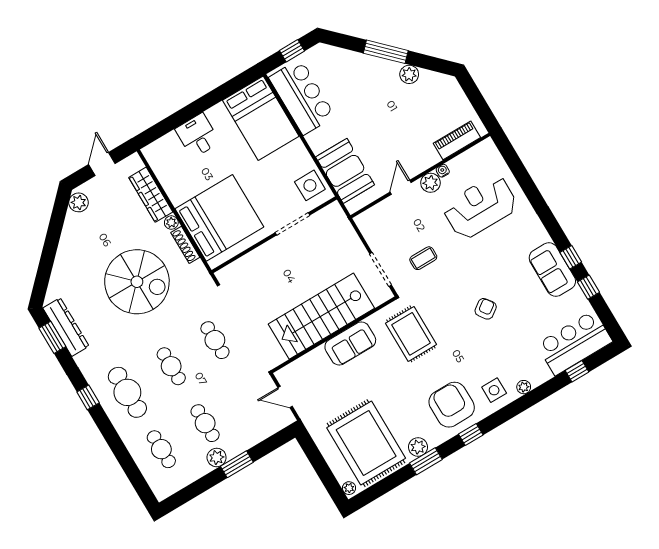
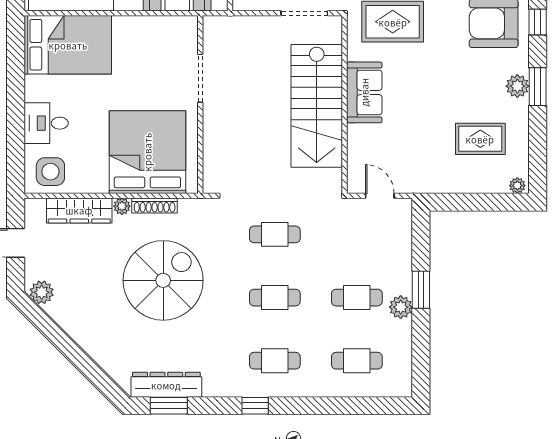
side table: (310, 185) -> (50, 172), moved
cafe table: (127, 392) -> (275, 361), width x0.73, depth x0.74
door: (285, 397) -> (380, 196), swing flipped
rug: (366, 443) -> (480, 139), width x0.54, depth x0.49

